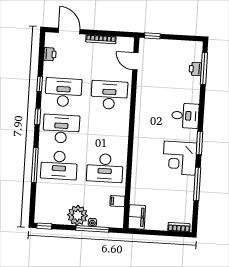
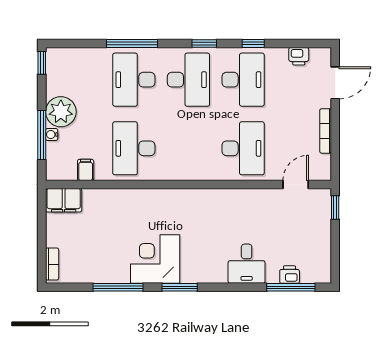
desk: (185, 116) -> (247, 264), moved

